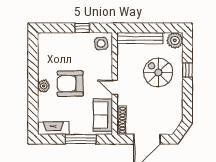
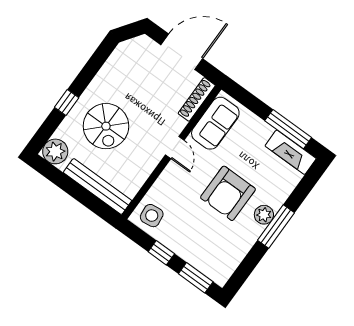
window: (55, 28) -> (196, 278), added
window: (33, 84) -> (276, 227), added
armchair: (70, 84) -> (228, 193), turned 90
window: (81, 139) -> (288, 129), moved

